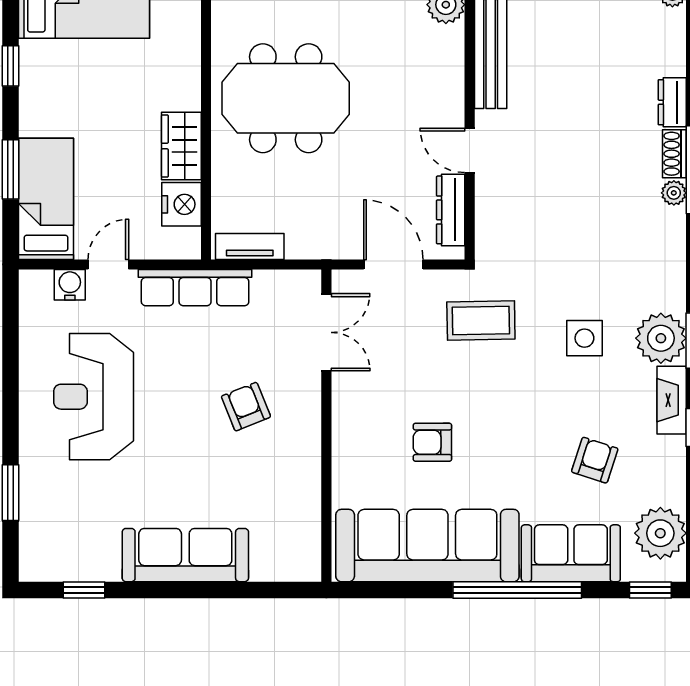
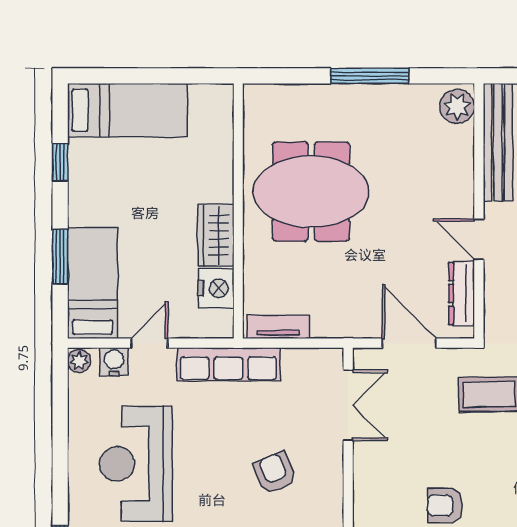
plant: (31, 284) -> (79, 361), added

